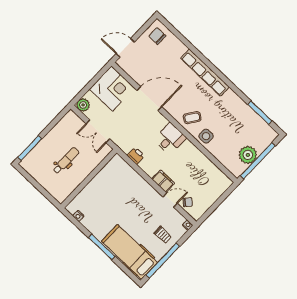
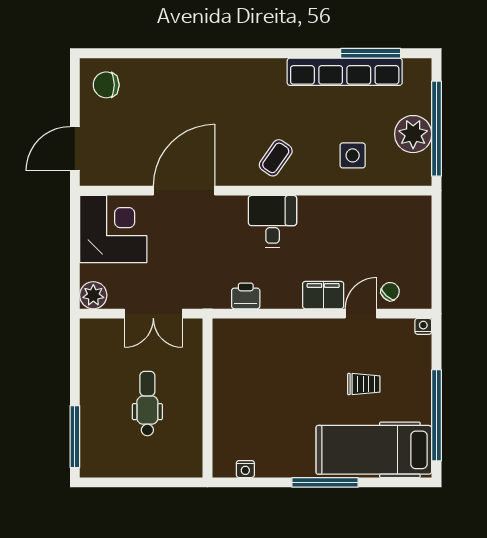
row of seats: (205, 73) -> (345, 72), moved
side table: (206, 136) -> (353, 155), moved
trolley: (163, 235) -> (364, 384), moved

